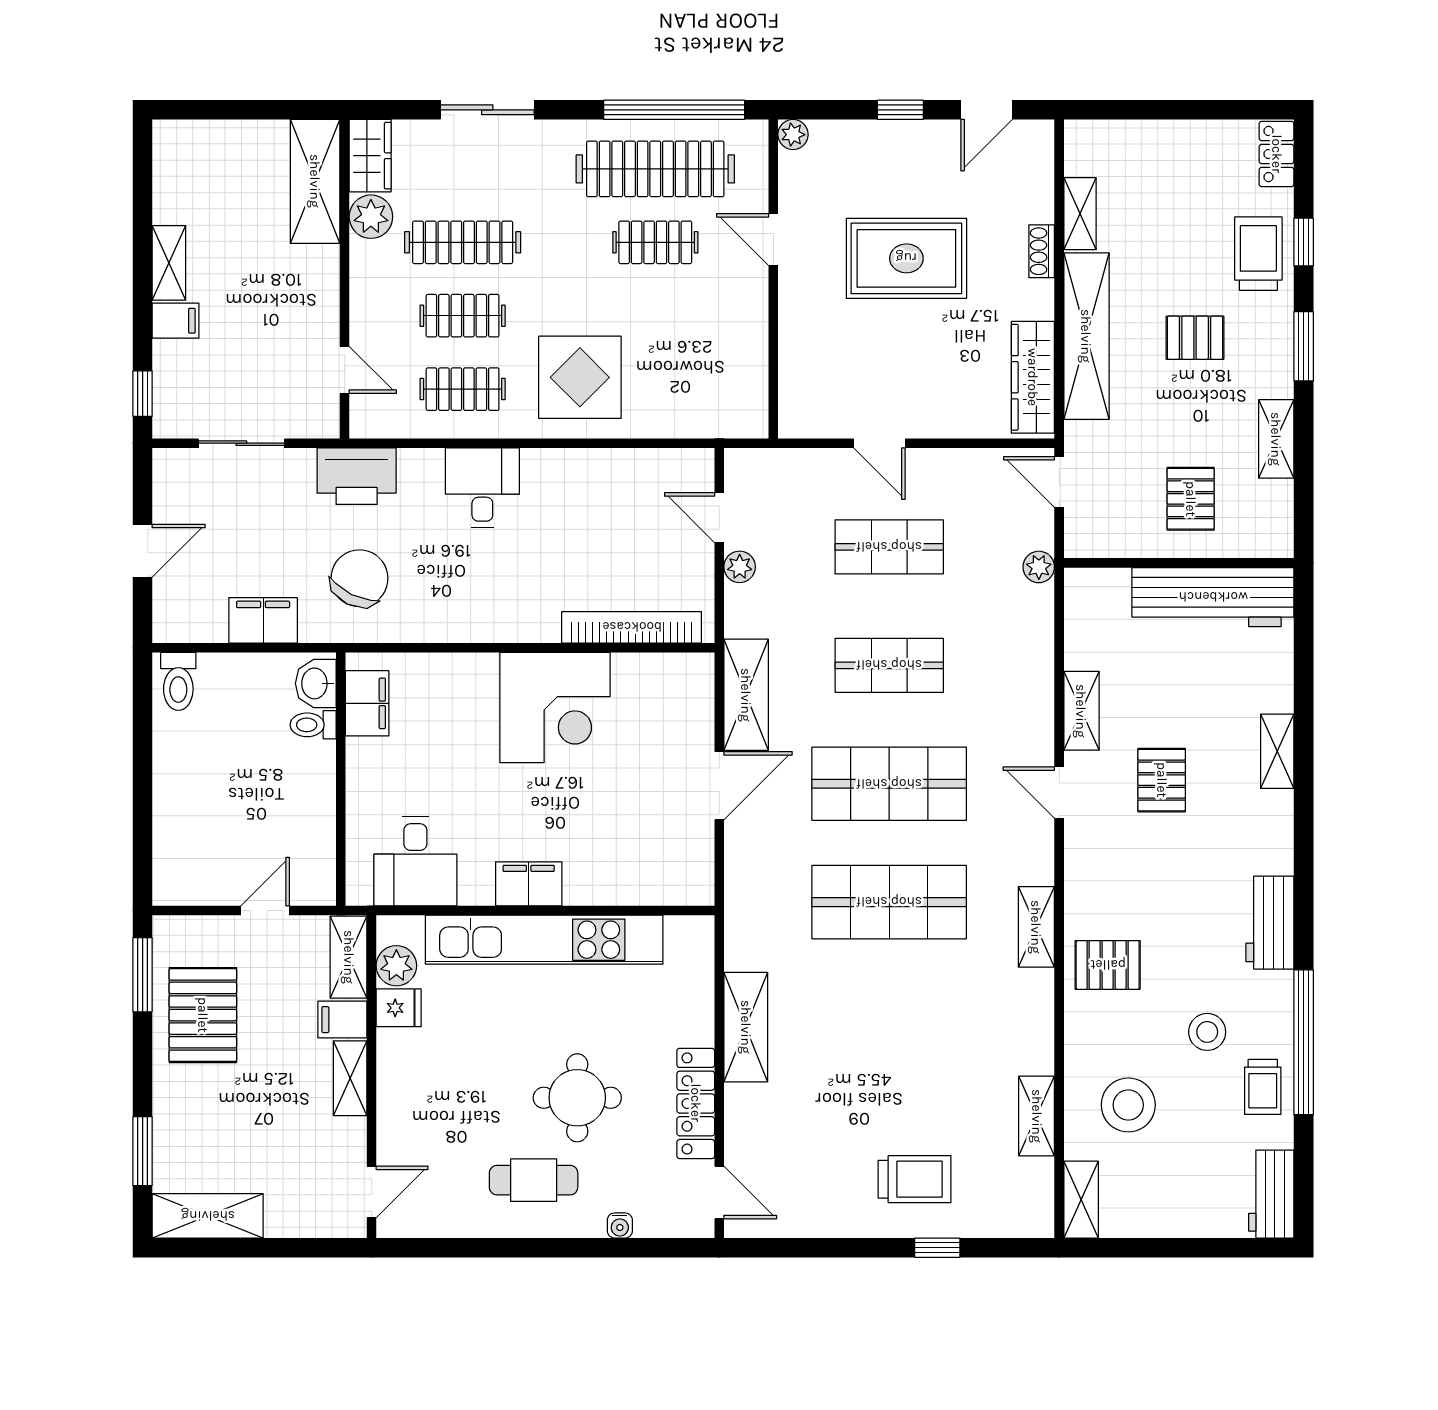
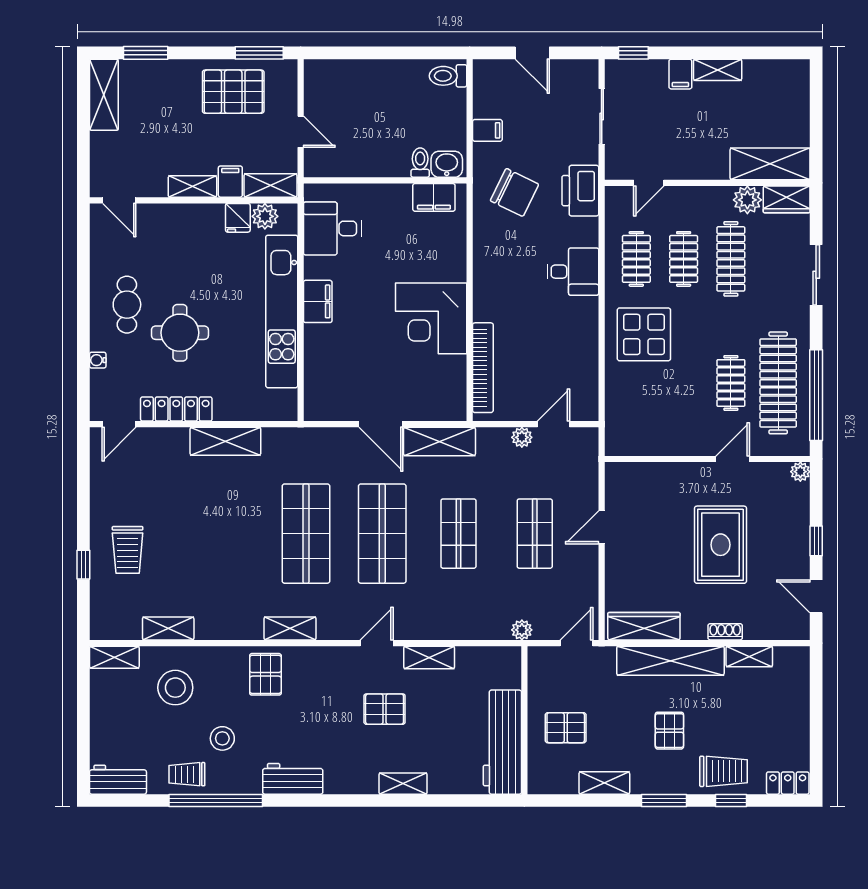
filing cabinet: (263, 620) -> (487, 130), width x0.50

